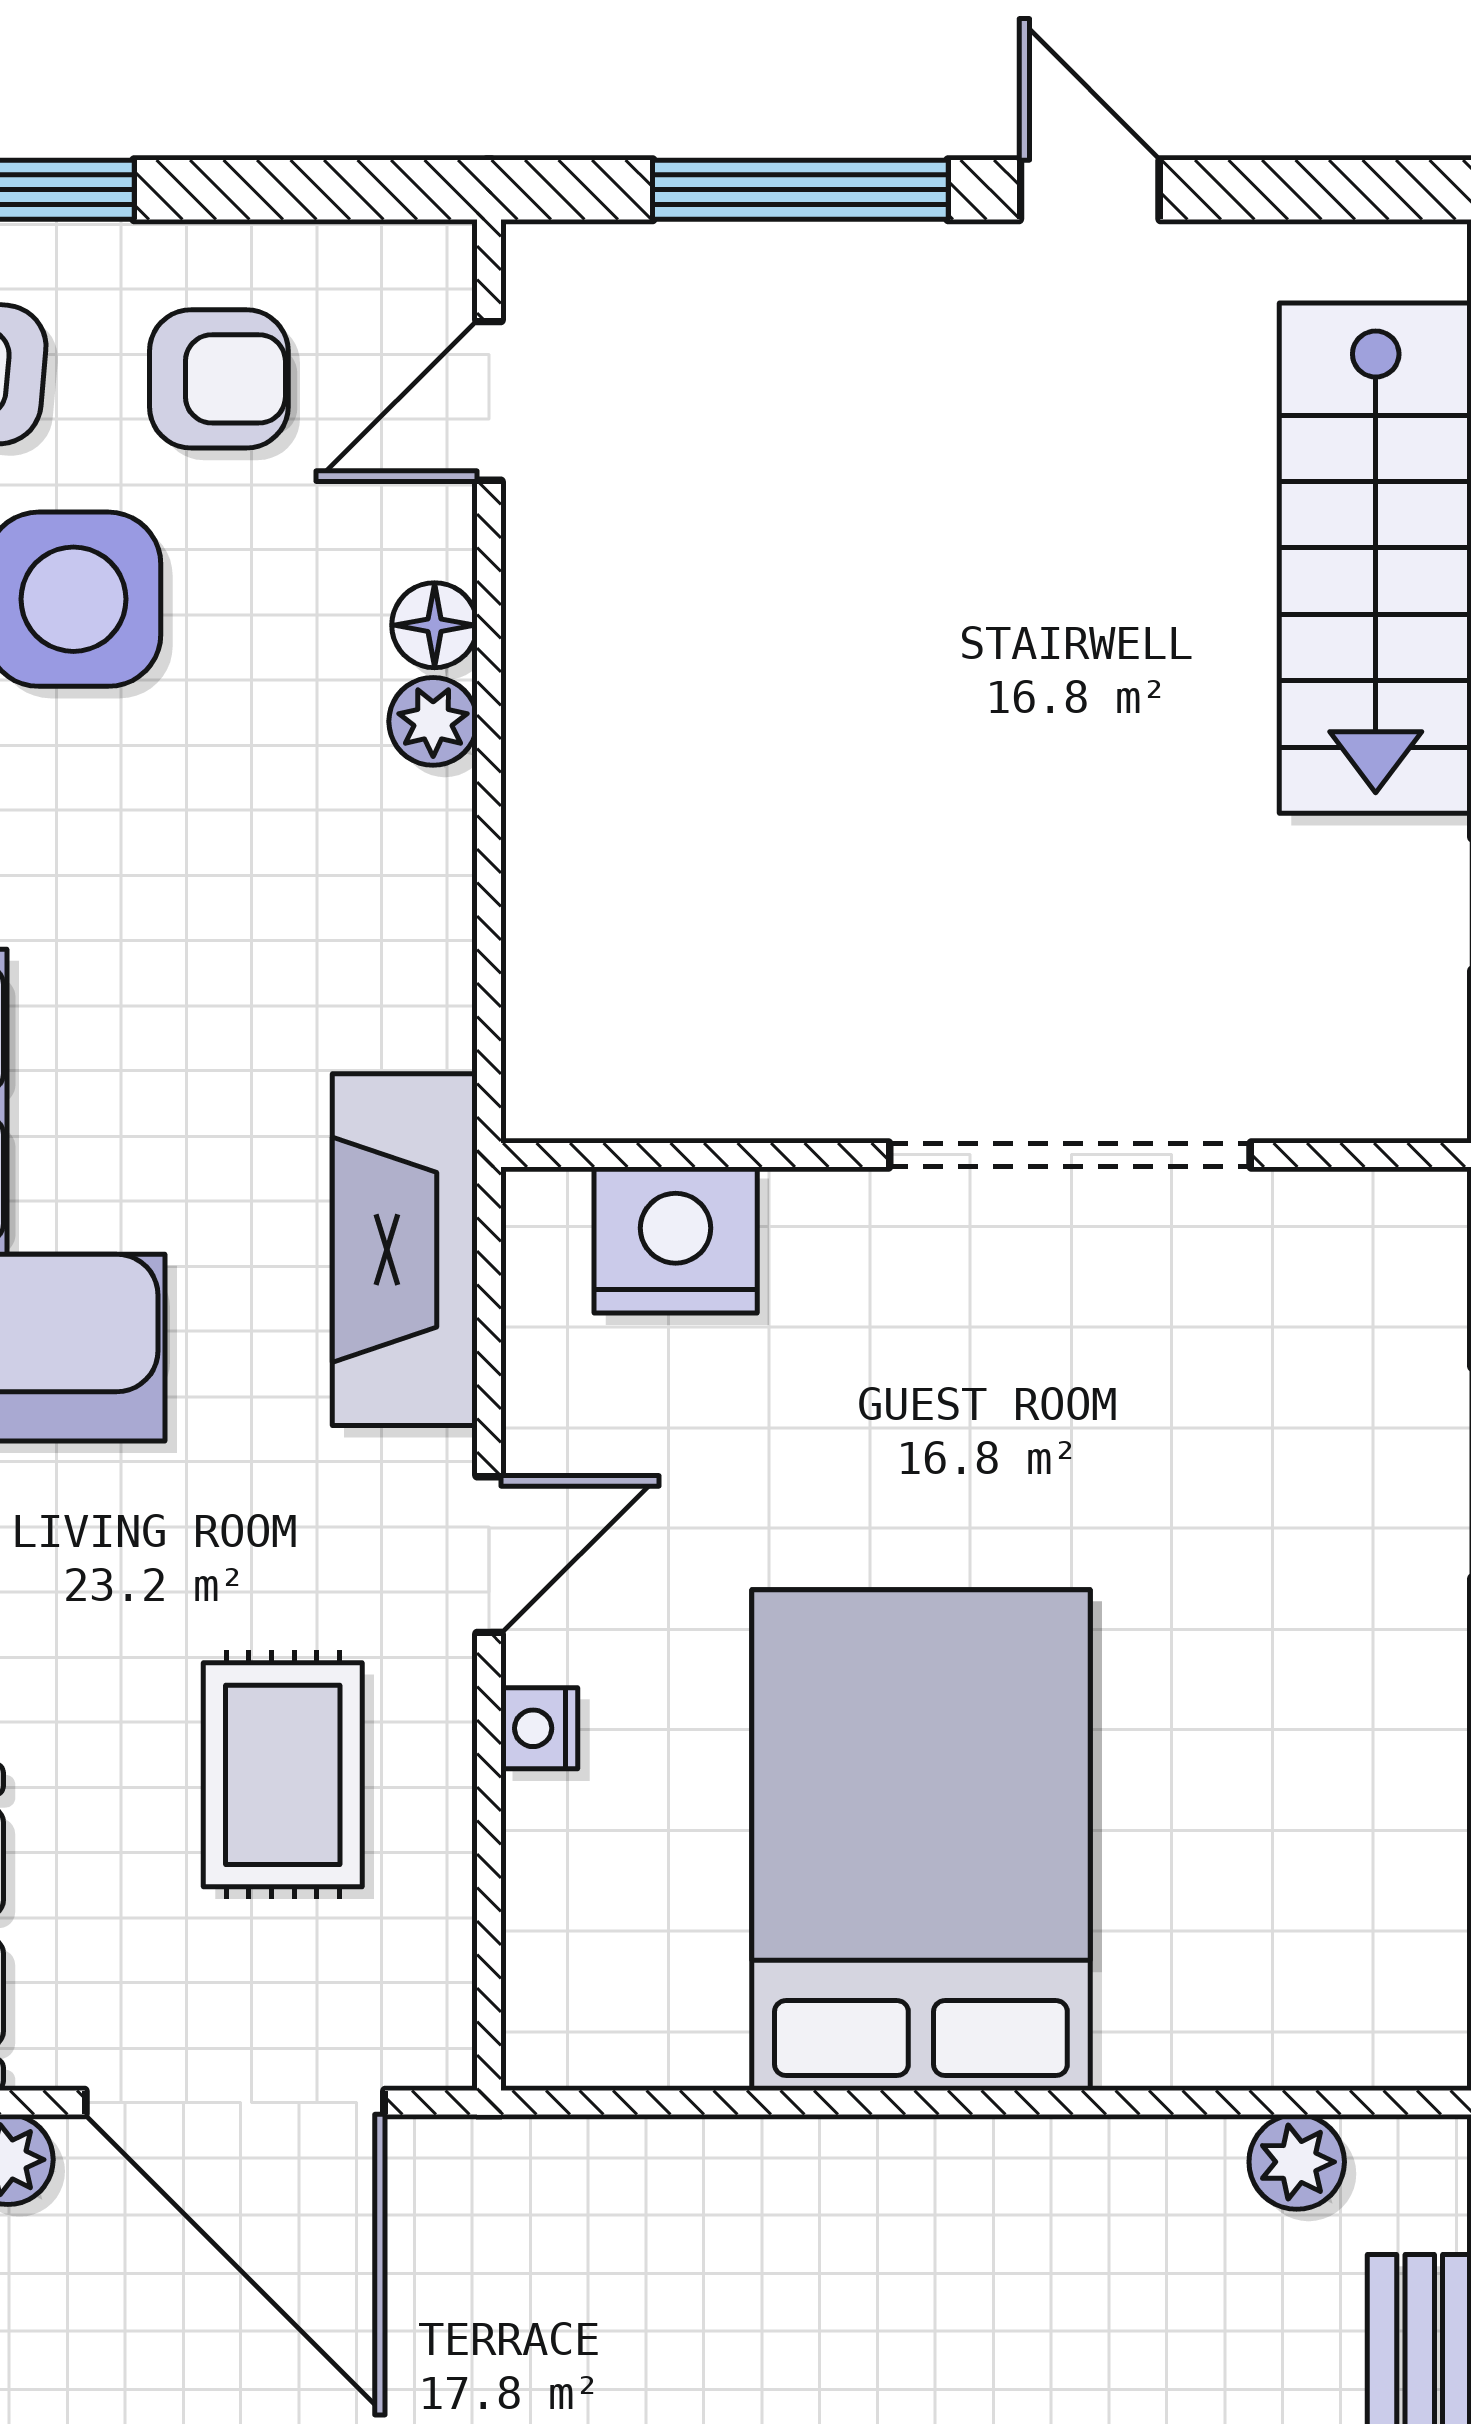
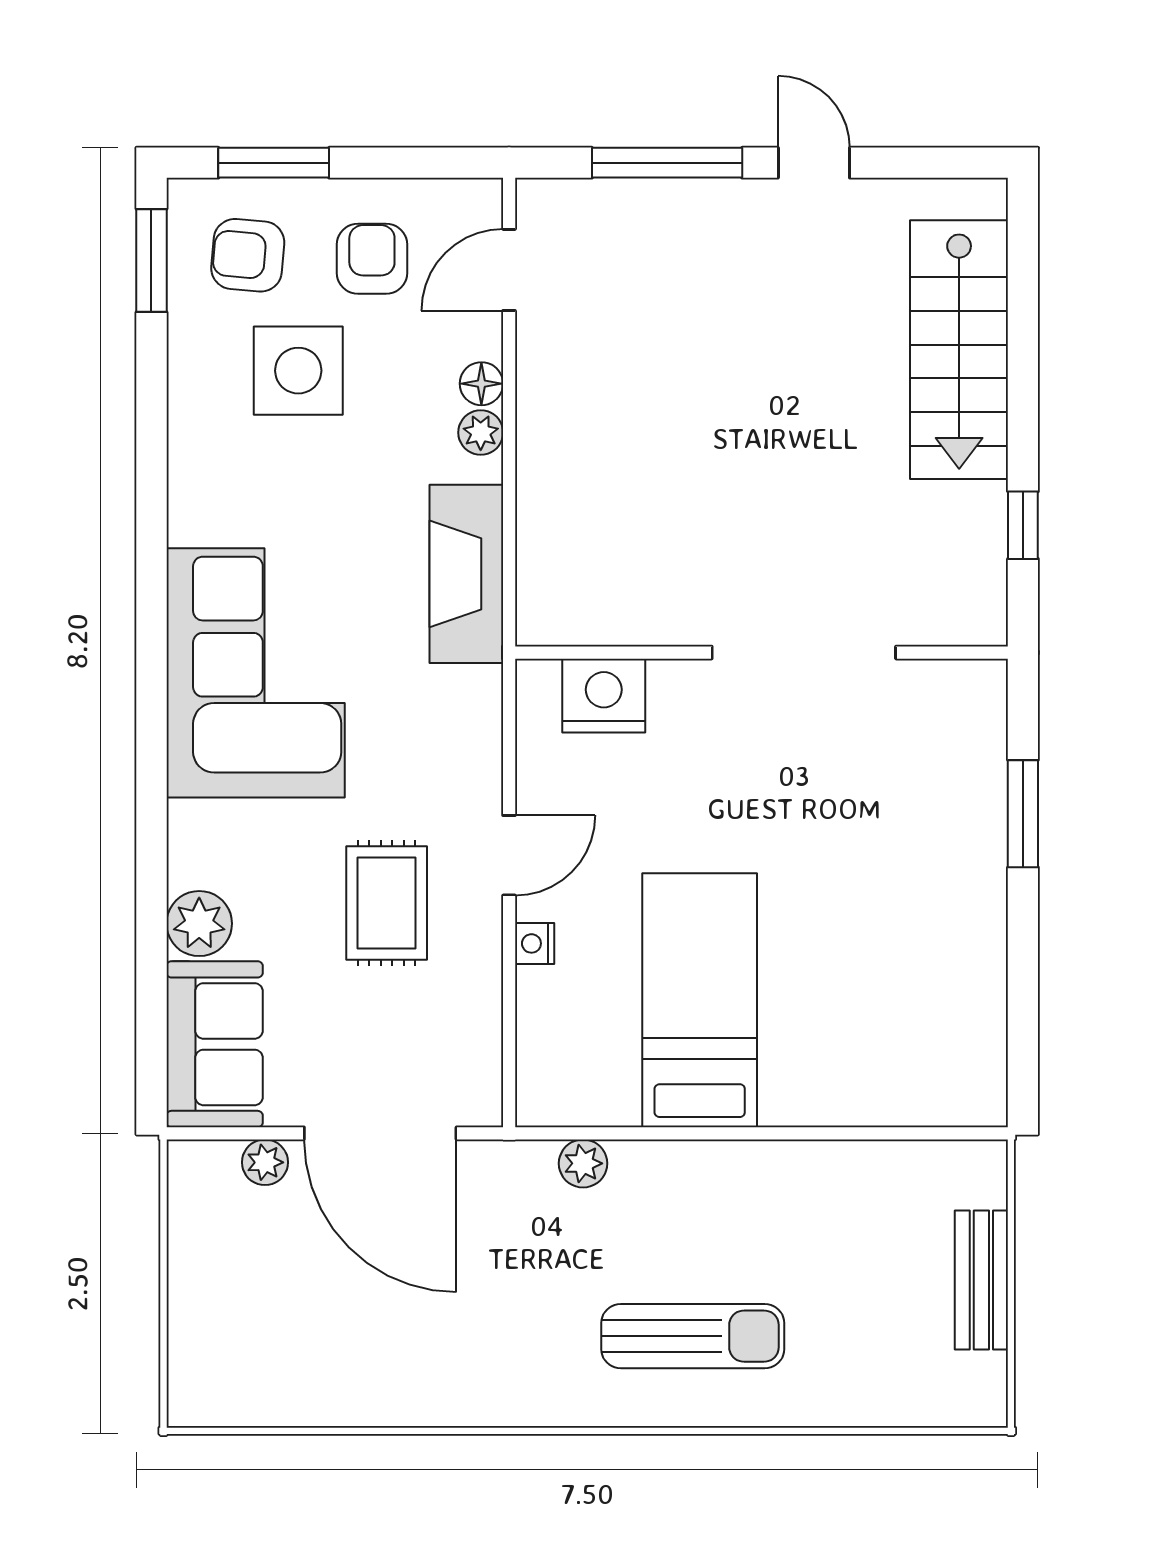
armchair: (219, 379) -> (372, 259), turned -90
fireplace: (405, 1250) -> (466, 574), moved
rug: (283, 1775) -> (387, 903), moved
bed: (921, 1840) -> (700, 1000), width x0.67
plant: (1297, 2162) -> (583, 1163), moved

